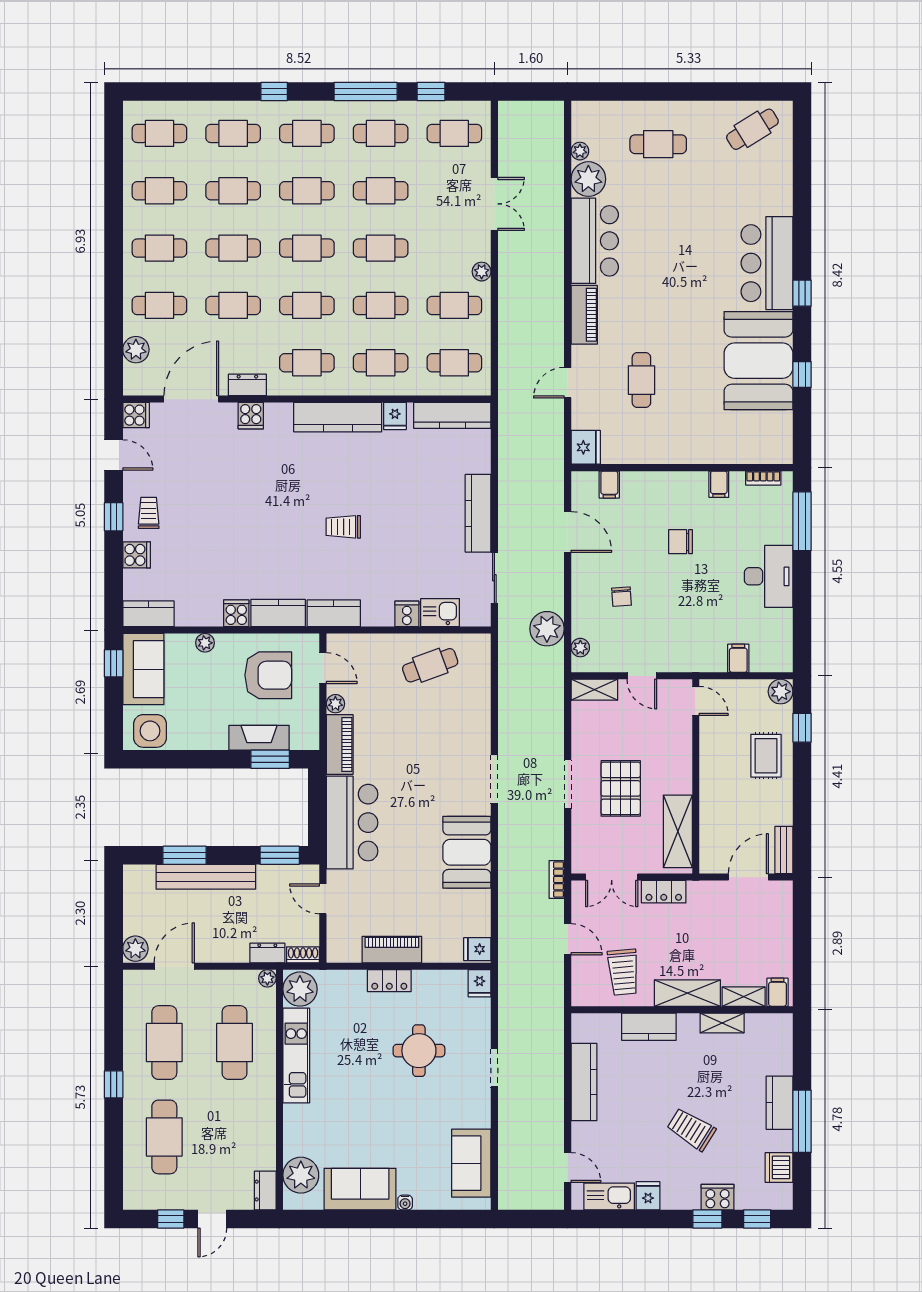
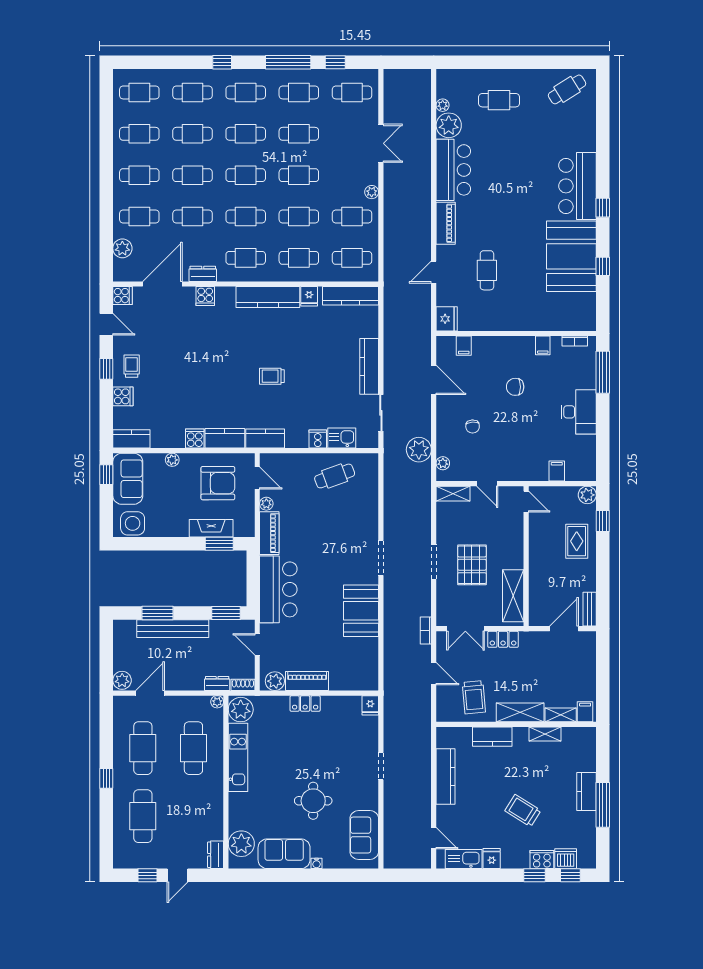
fridge: (477, 949) -> (369, 681), removed
plant: (347, 950) -> (275, 681), added
round table: (419, 1051) -> (313, 801), moved
dishwasher: (779, 1167) -> (566, 859), moved, turned 90

